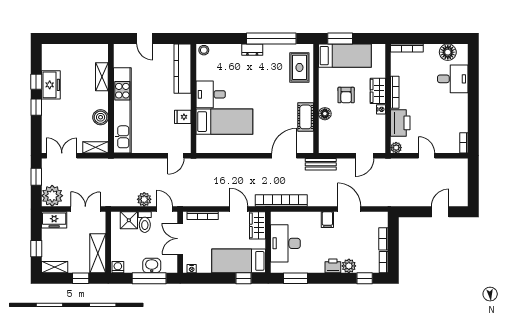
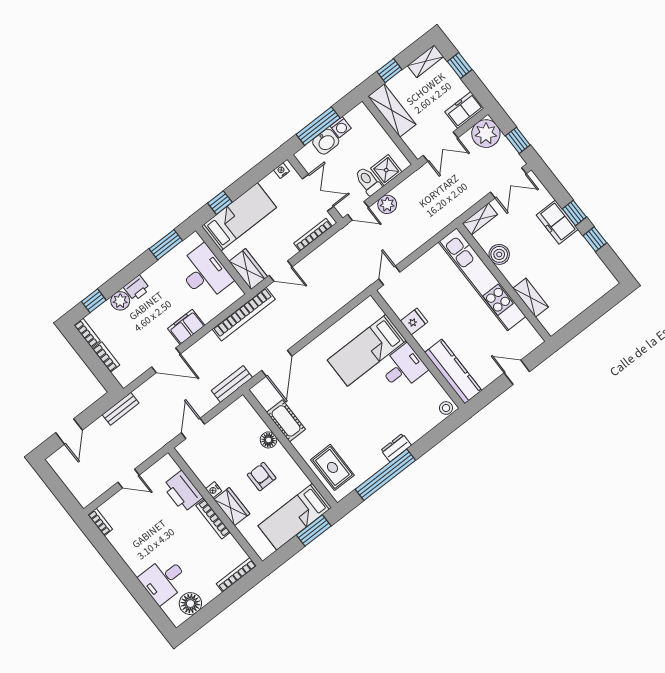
freezer: (51, 85) -> (557, 222), moved
plant: (396, 148) -> (167, 462), removed
bench: (399, 201) -> (121, 409), added
filing cabinet: (327, 220) -> (186, 327), width x2.00
washing machine: (118, 267) -> (341, 127), moved

